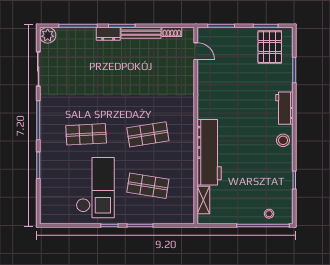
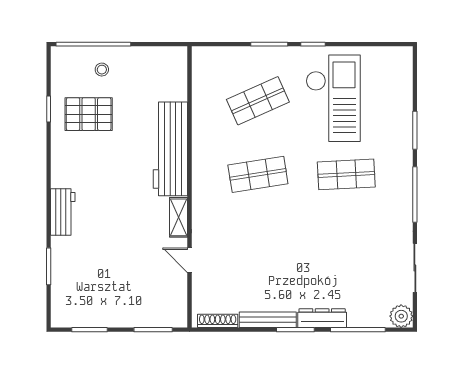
shoe rack: (172, 32) -> (218, 321), width x1.43
dresser: (108, 34) -> (322, 318), width x1.44
pallet: (270, 47) -> (89, 114), moved, turned 90
door: (196, 51) -> (189, 260), moved
stool: (283, 140) -> (65, 166), removed
shop shelf: (148, 186) -> (258, 101), turned -33
checkout: (95, 188) -> (333, 98), turned 180
shelving: (203, 200) -> (179, 217), moved
stool: (269, 214) -> (102, 70), moved

